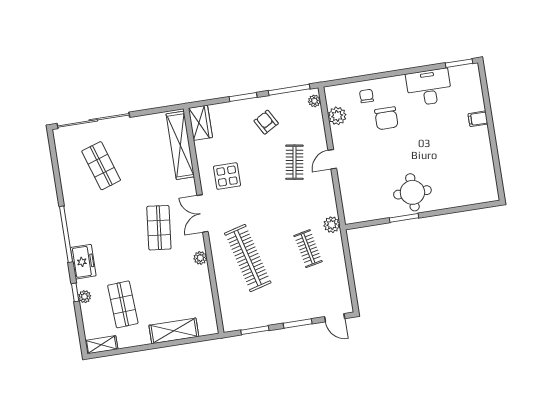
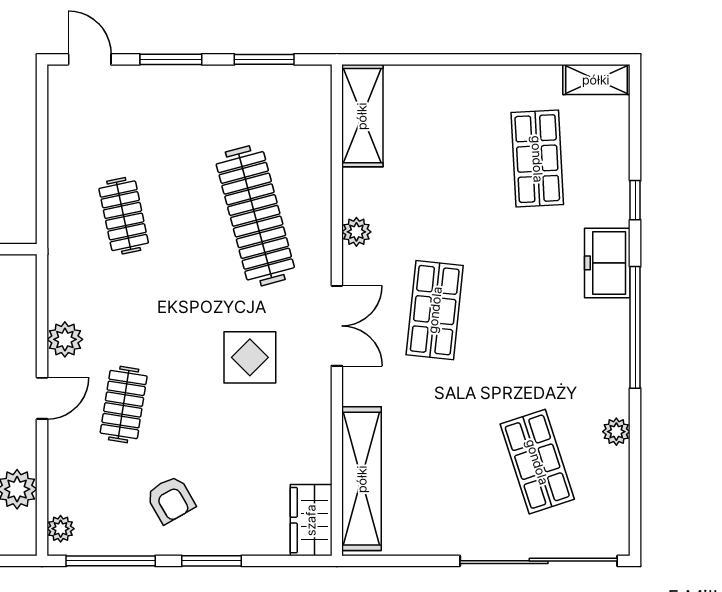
display table: (227, 176) -> (250, 357), moved
plant: (332, 225) -> (65, 339), moved
plant: (85, 297) -> (616, 432), moved
shelving: (174, 331) -> (362, 116), moved, turned 90

